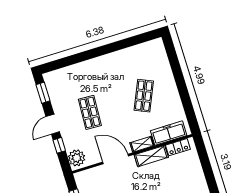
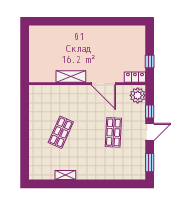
freezer: (169, 133) -> (49, 92), removed
shelving: (142, 144) -> (65, 175), moved
locker: (178, 147) -> (135, 77), moved

